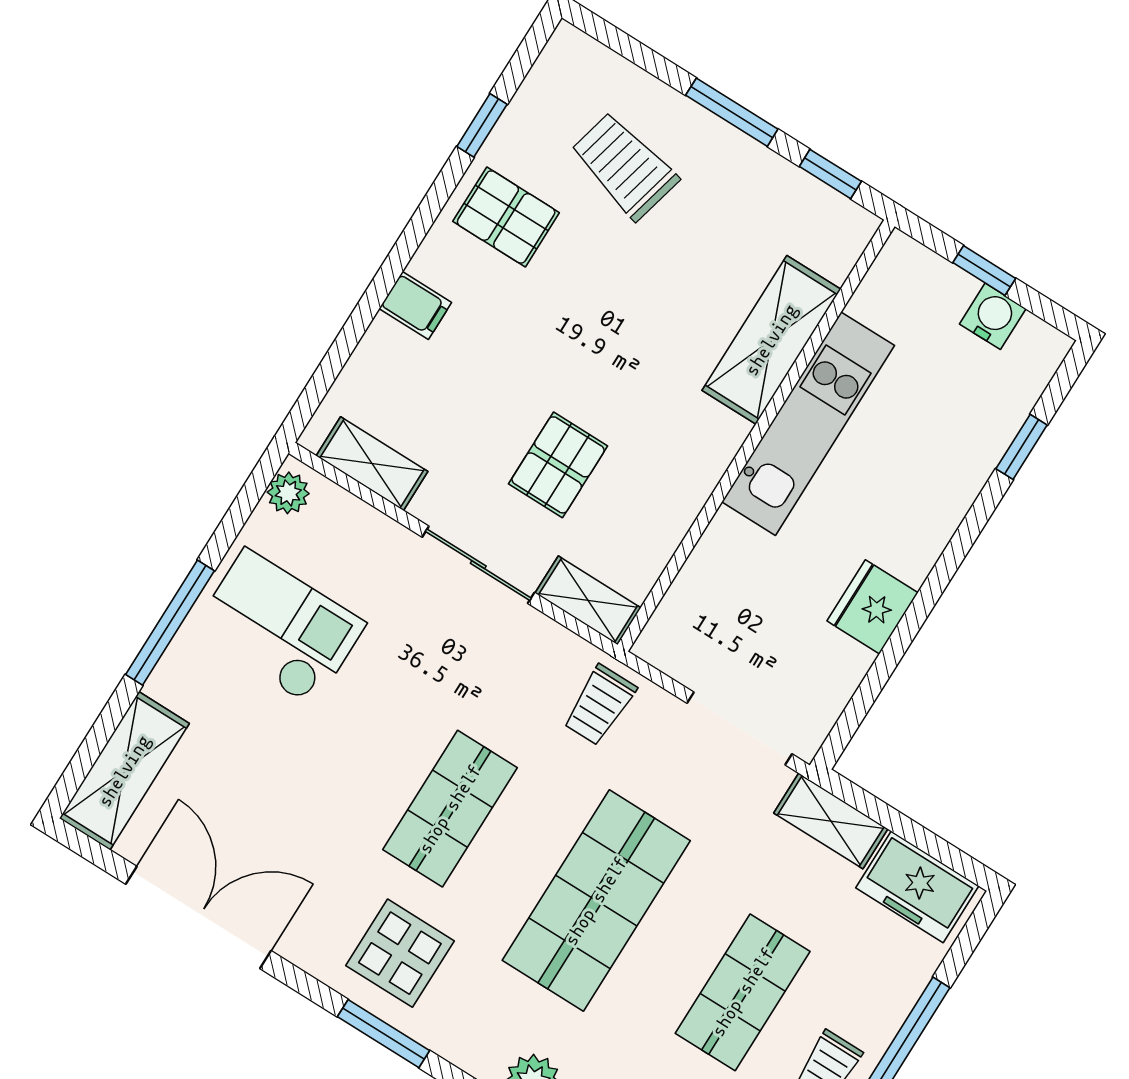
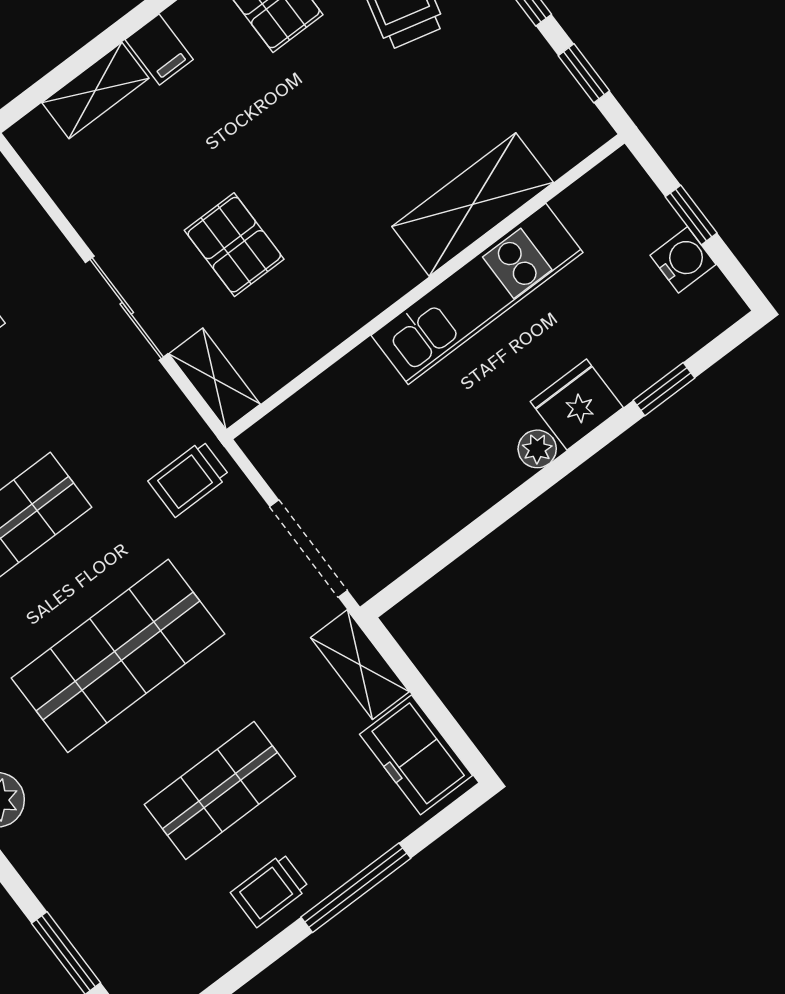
shelving: (372, 464) -> (95, 90), moved, turned 90
pallet: (558, 465) -> (234, 245), turned 90
plant: (922, 550) -> (537, 449), added
fridge: (872, 607) -> (577, 405), moved

